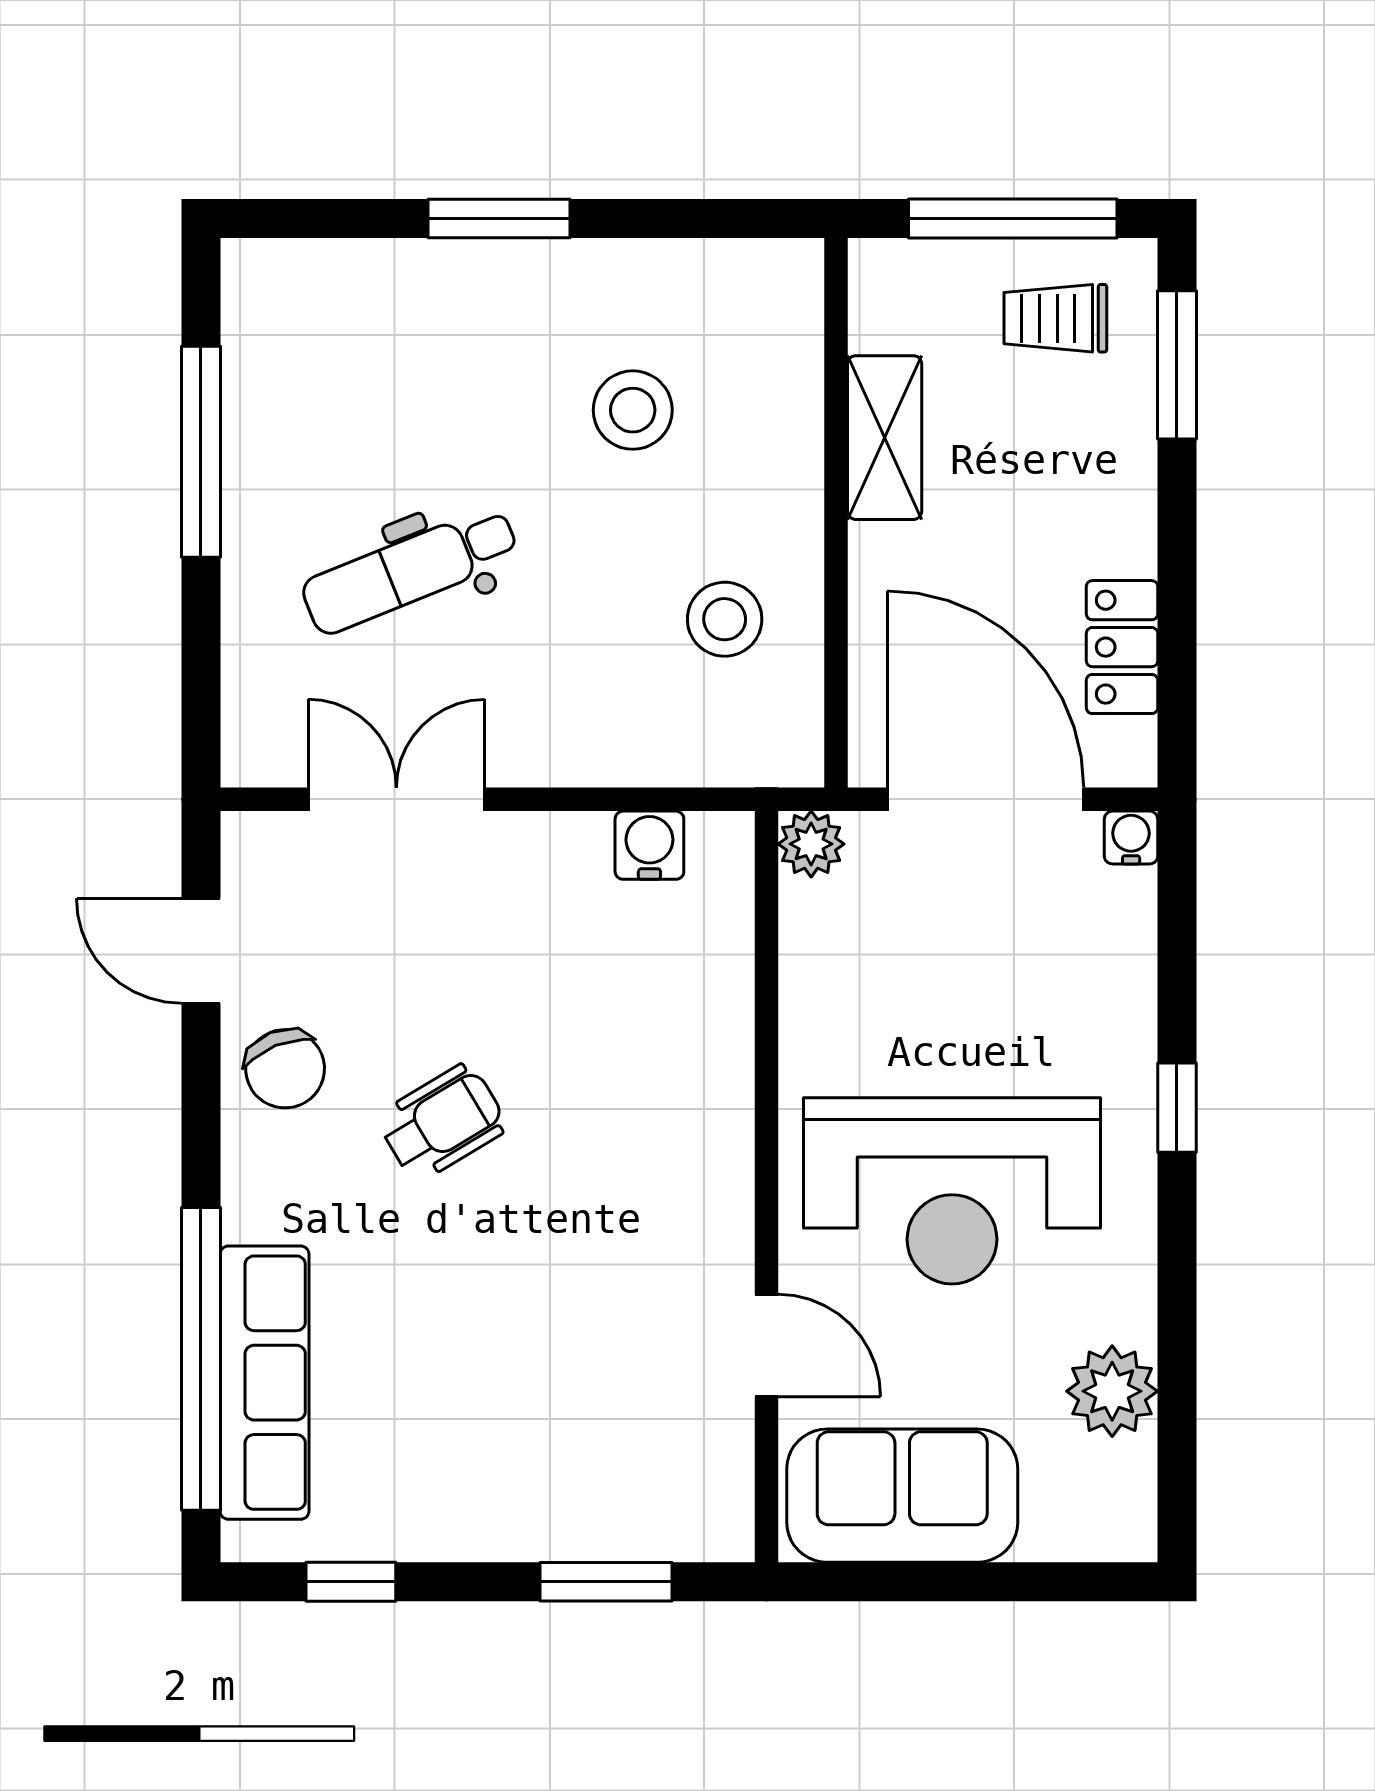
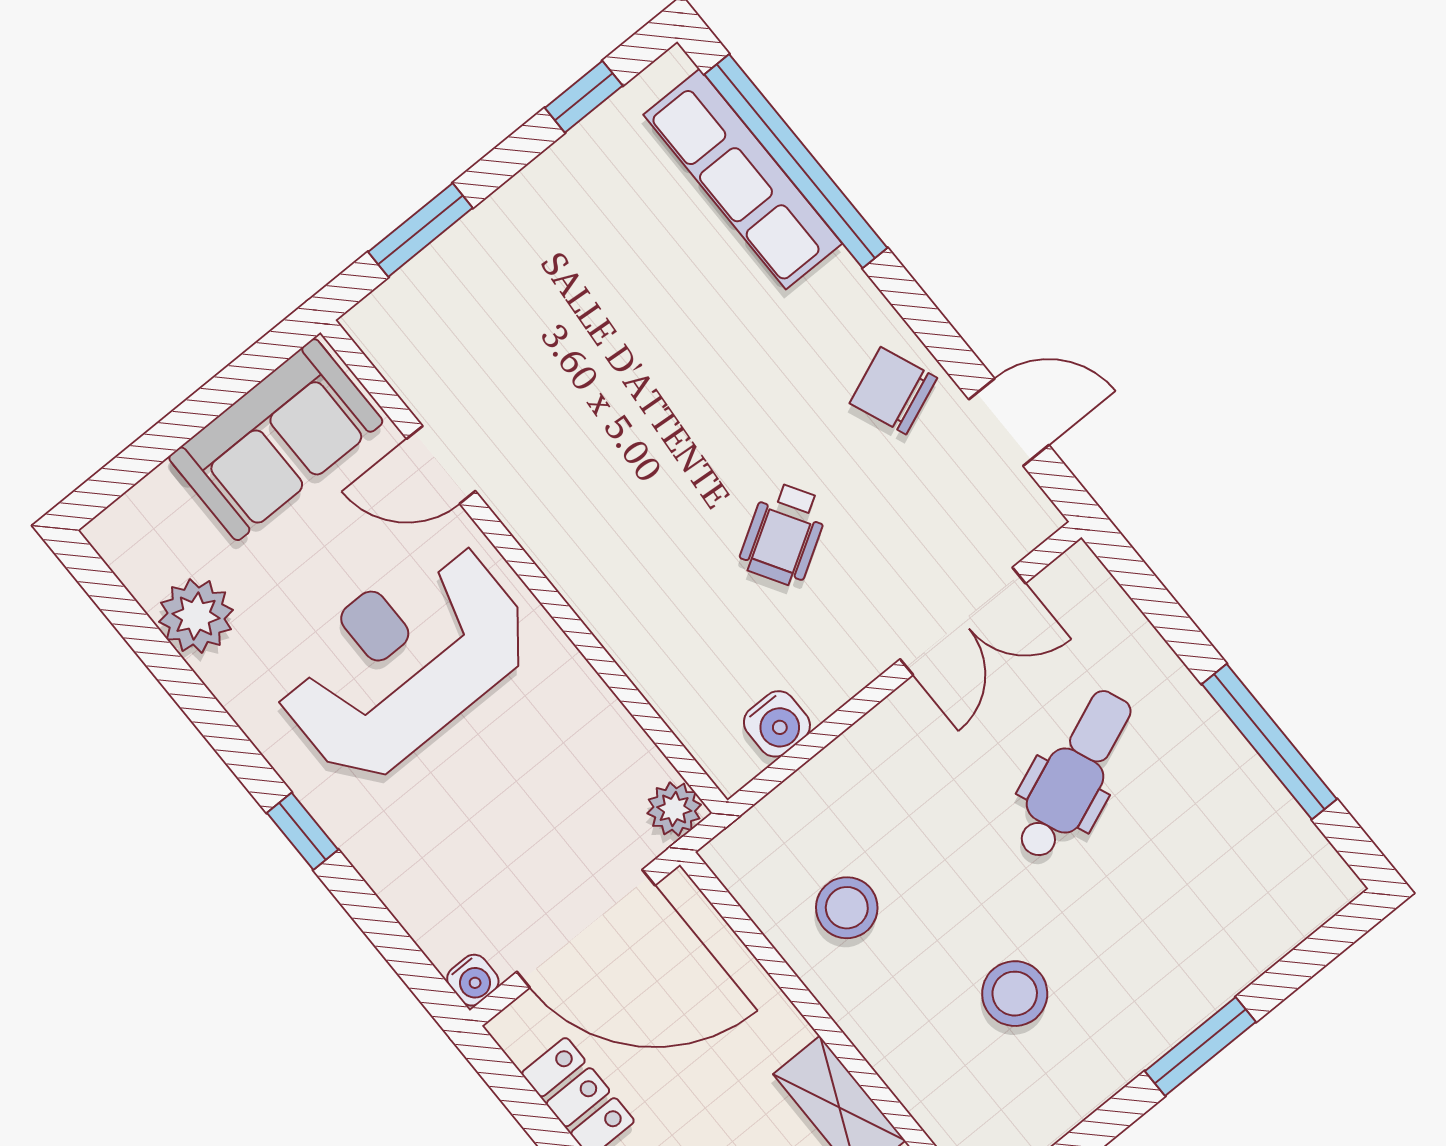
wheelchair: (442, 1122) -> (784, 534), moved

